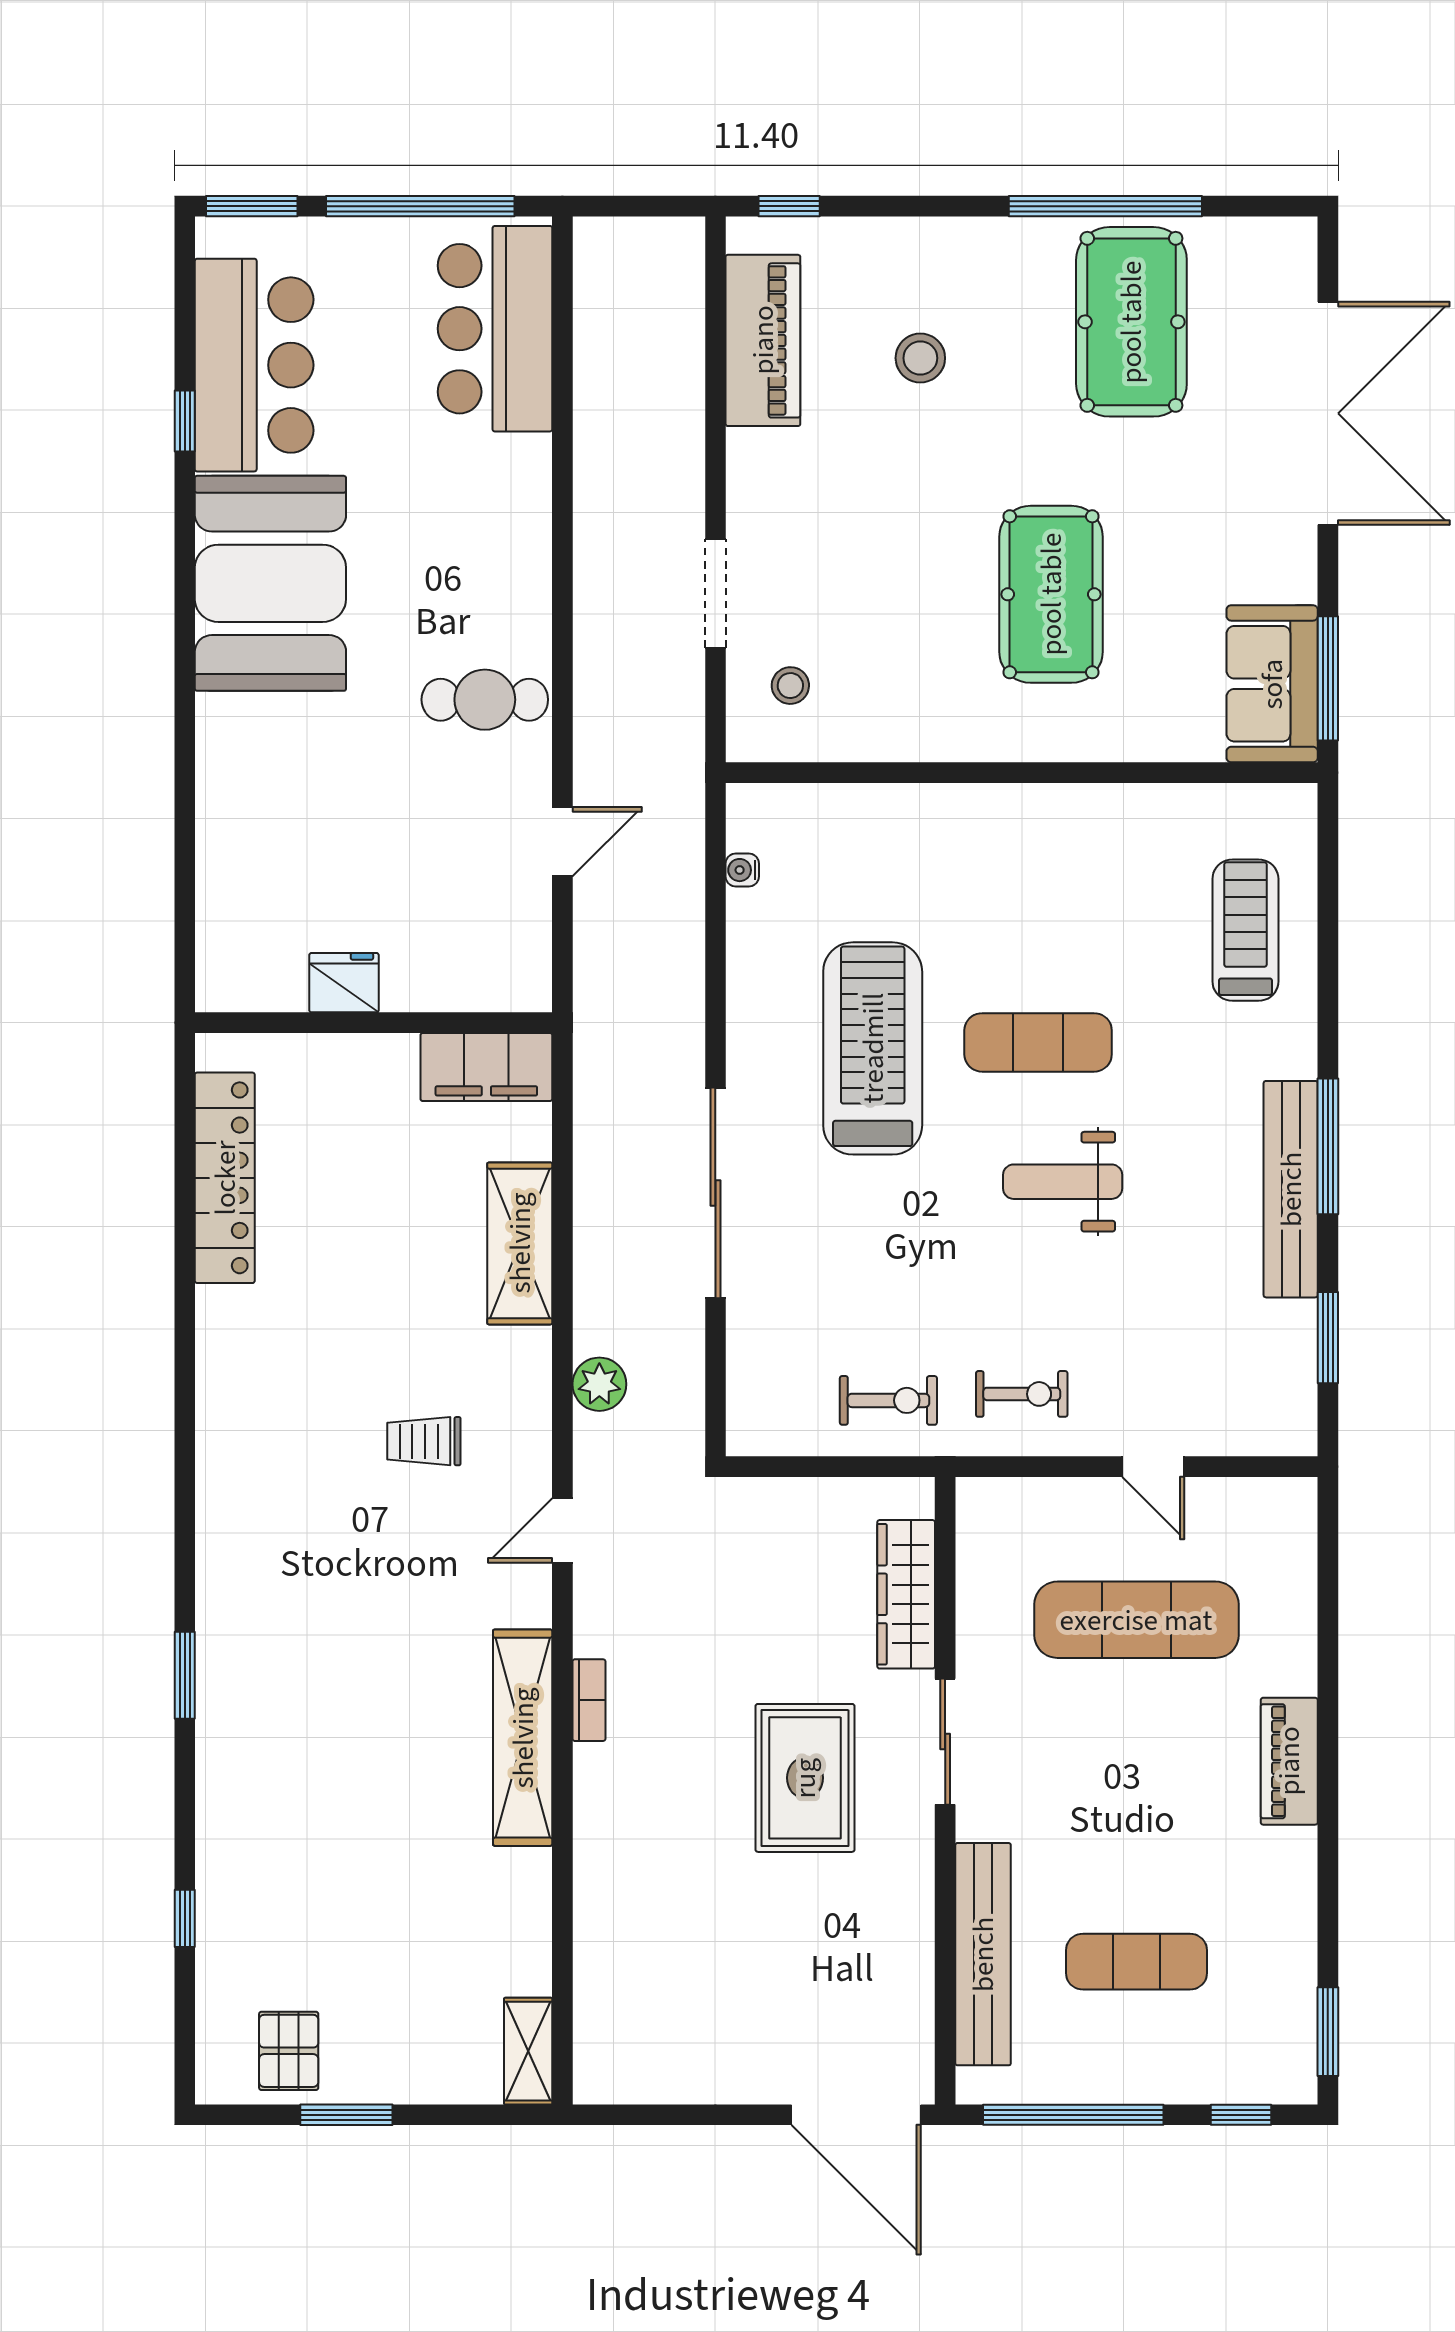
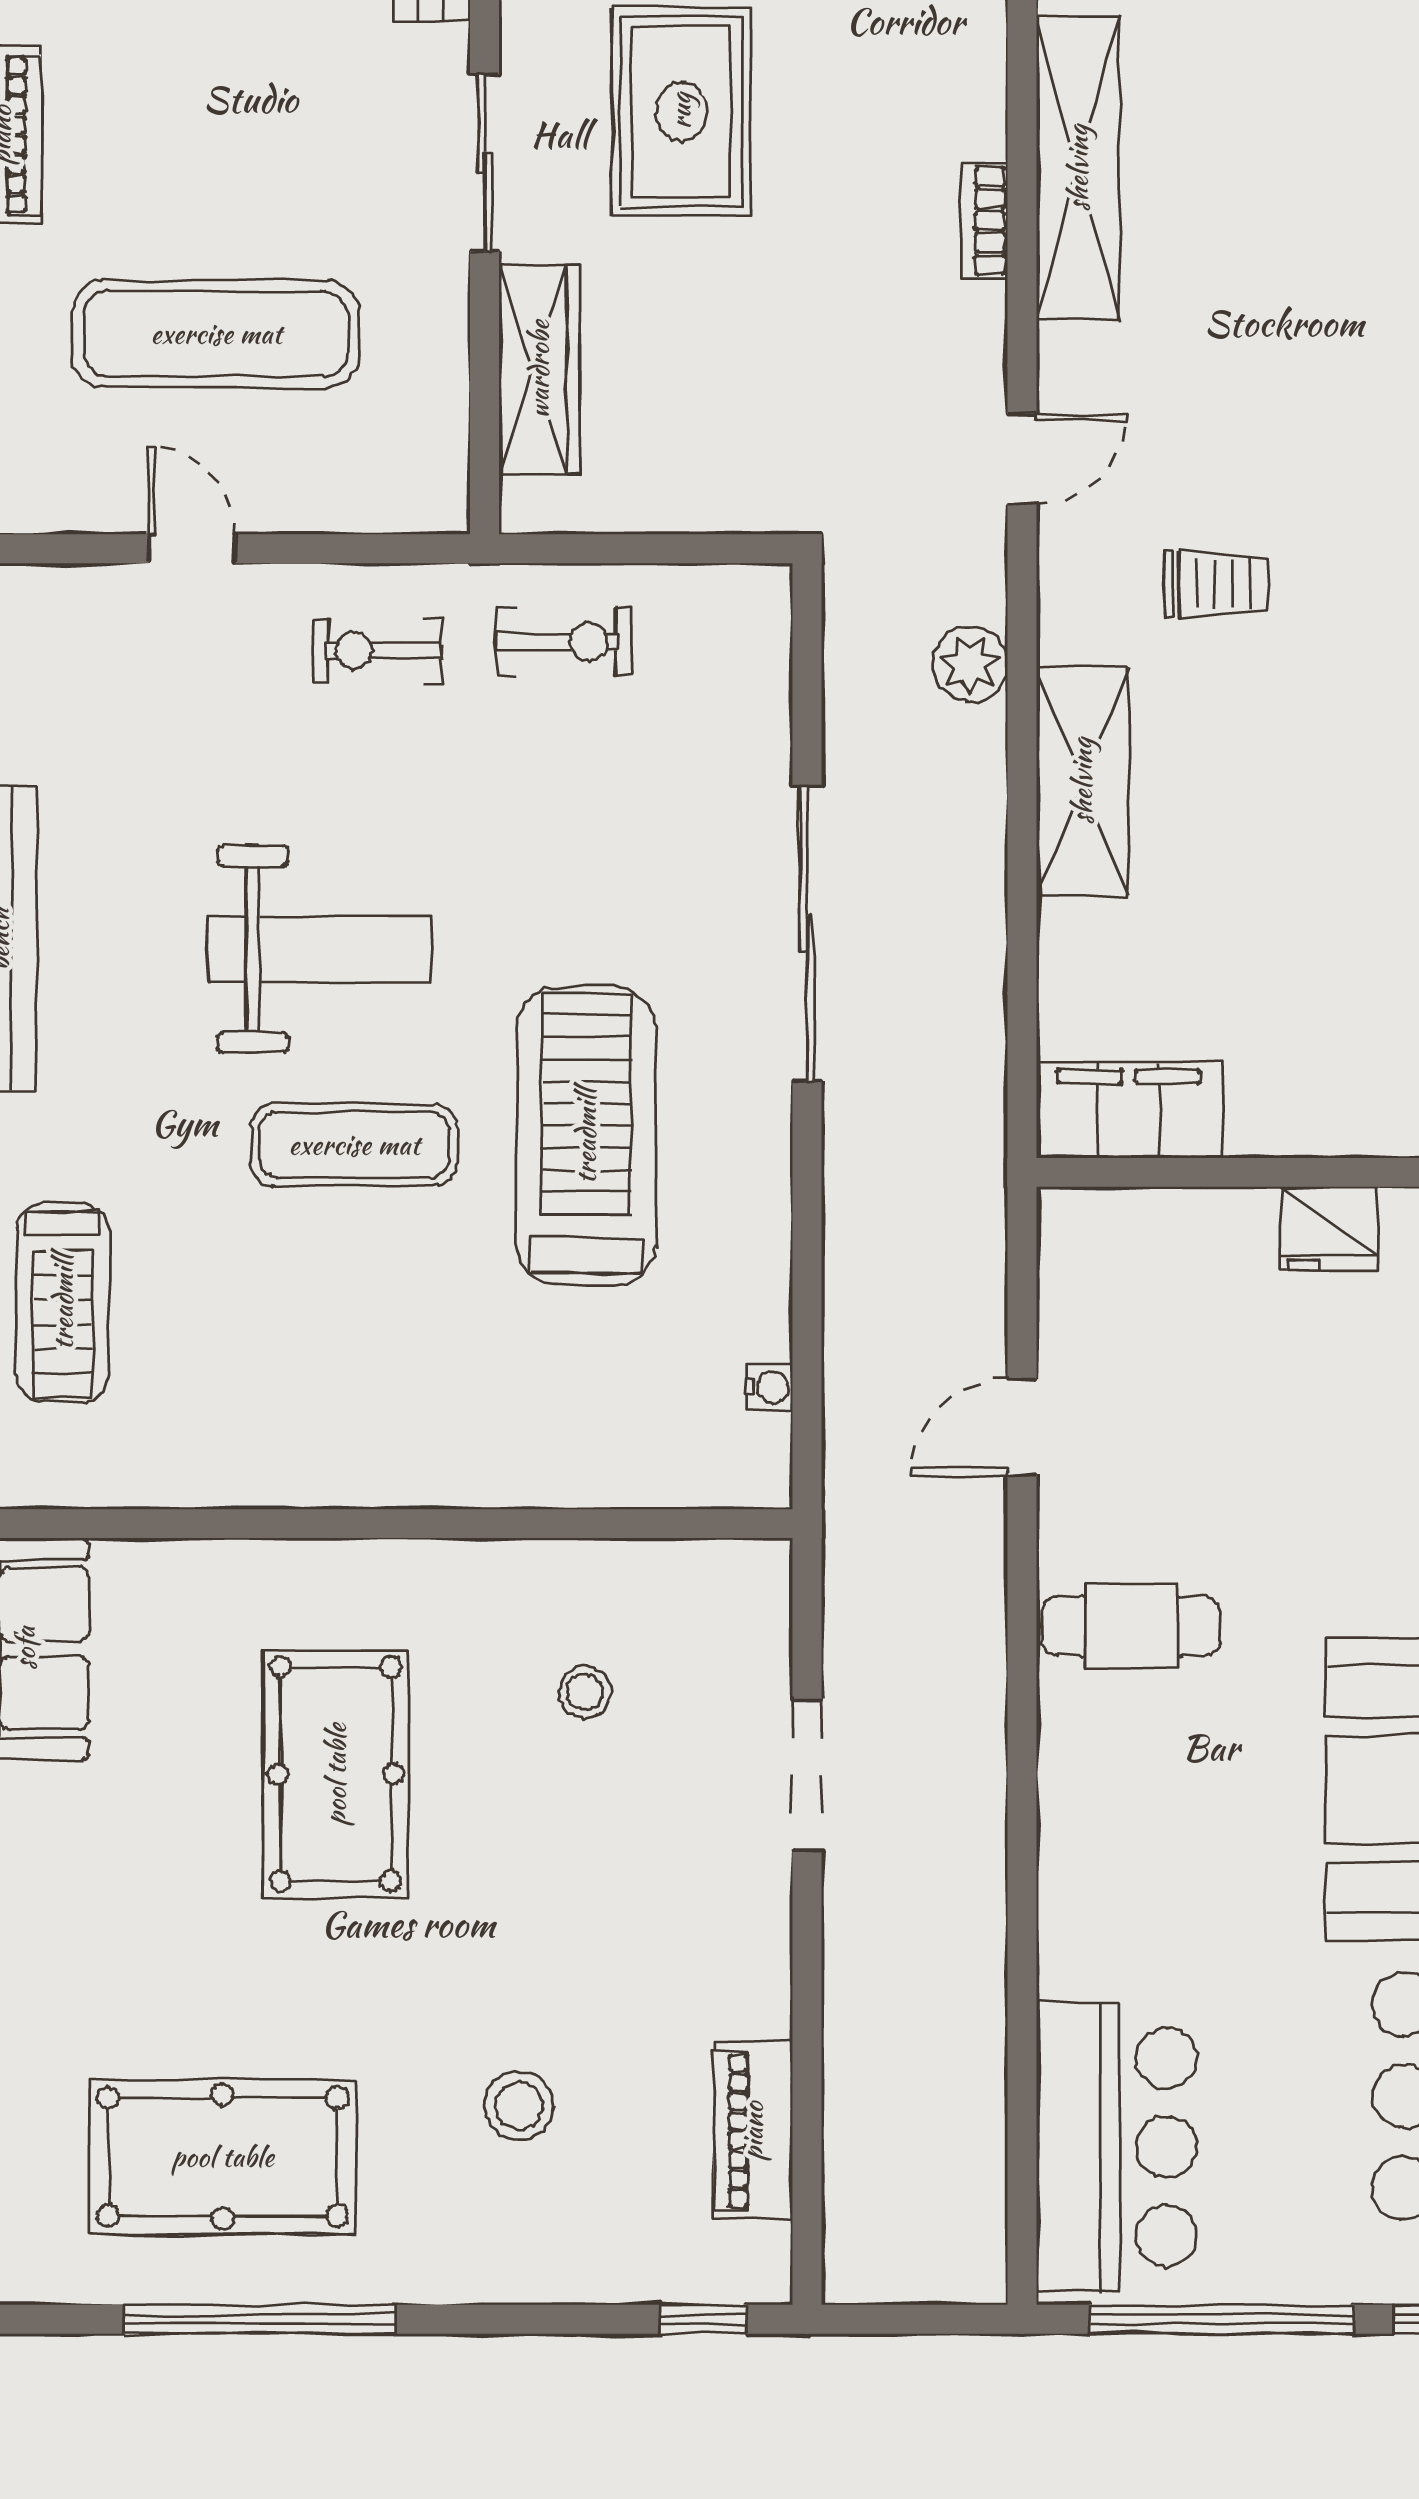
pool table: (1131, 322) -> (223, 2157), turned 90
piano: (763, 340) -> (753, 2131), width x0.73, depth x0.75
stool: (790, 686) -> (585, 1692), moved
treadmill: (873, 1048) -> (586, 1136), turned 180
weight bench: (1063, 1182) -> (319, 949), width x1.36, depth x1.33
shelving: (520, 1243) -> (1082, 781), moved
exercise bike: (888, 1400) -> (564, 642), turned 180

